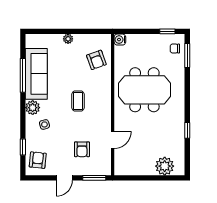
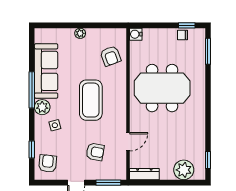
chair: (175, 49) -> (182, 35), moved
window: (23, 75) -> (32, 90), moved
coffee table: (78, 101) -> (91, 100), width x1.86, depth x1.72
window: (187, 130) -> (208, 160), moved
armchair: (82, 149) -> (95, 152), turned -80
dresser: (128, 170) -> (144, 174), added

